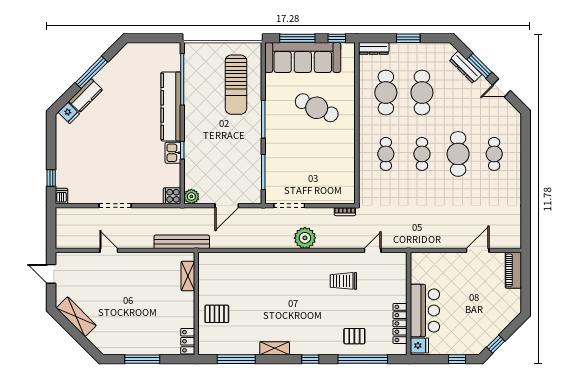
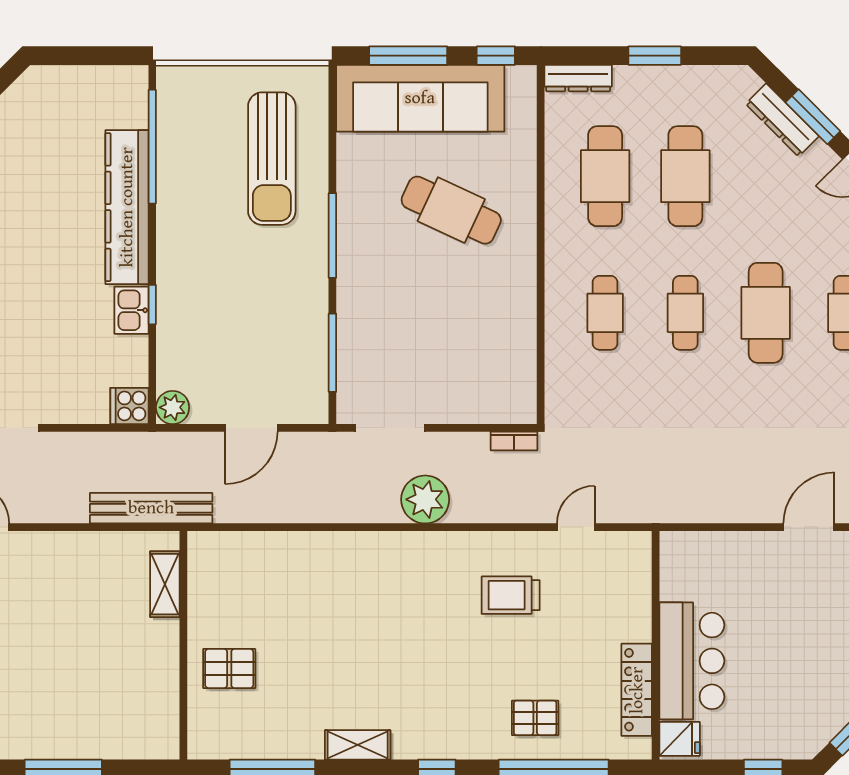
locker: (188, 341) -> (164, 729), removed

